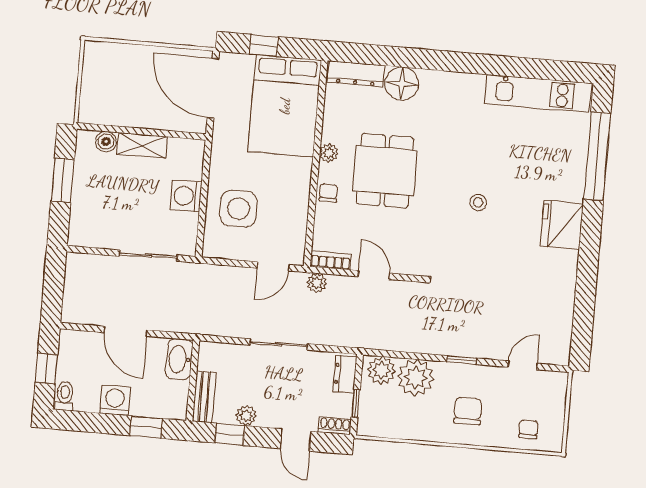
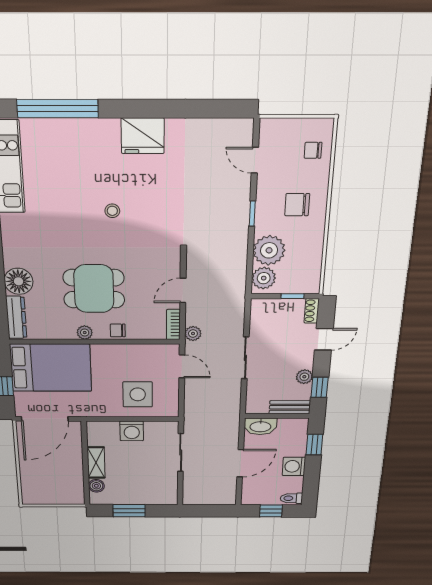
fridge: (562, 225) -> (143, 136), moved
dresser: (345, 374) -> (268, 306), removed

